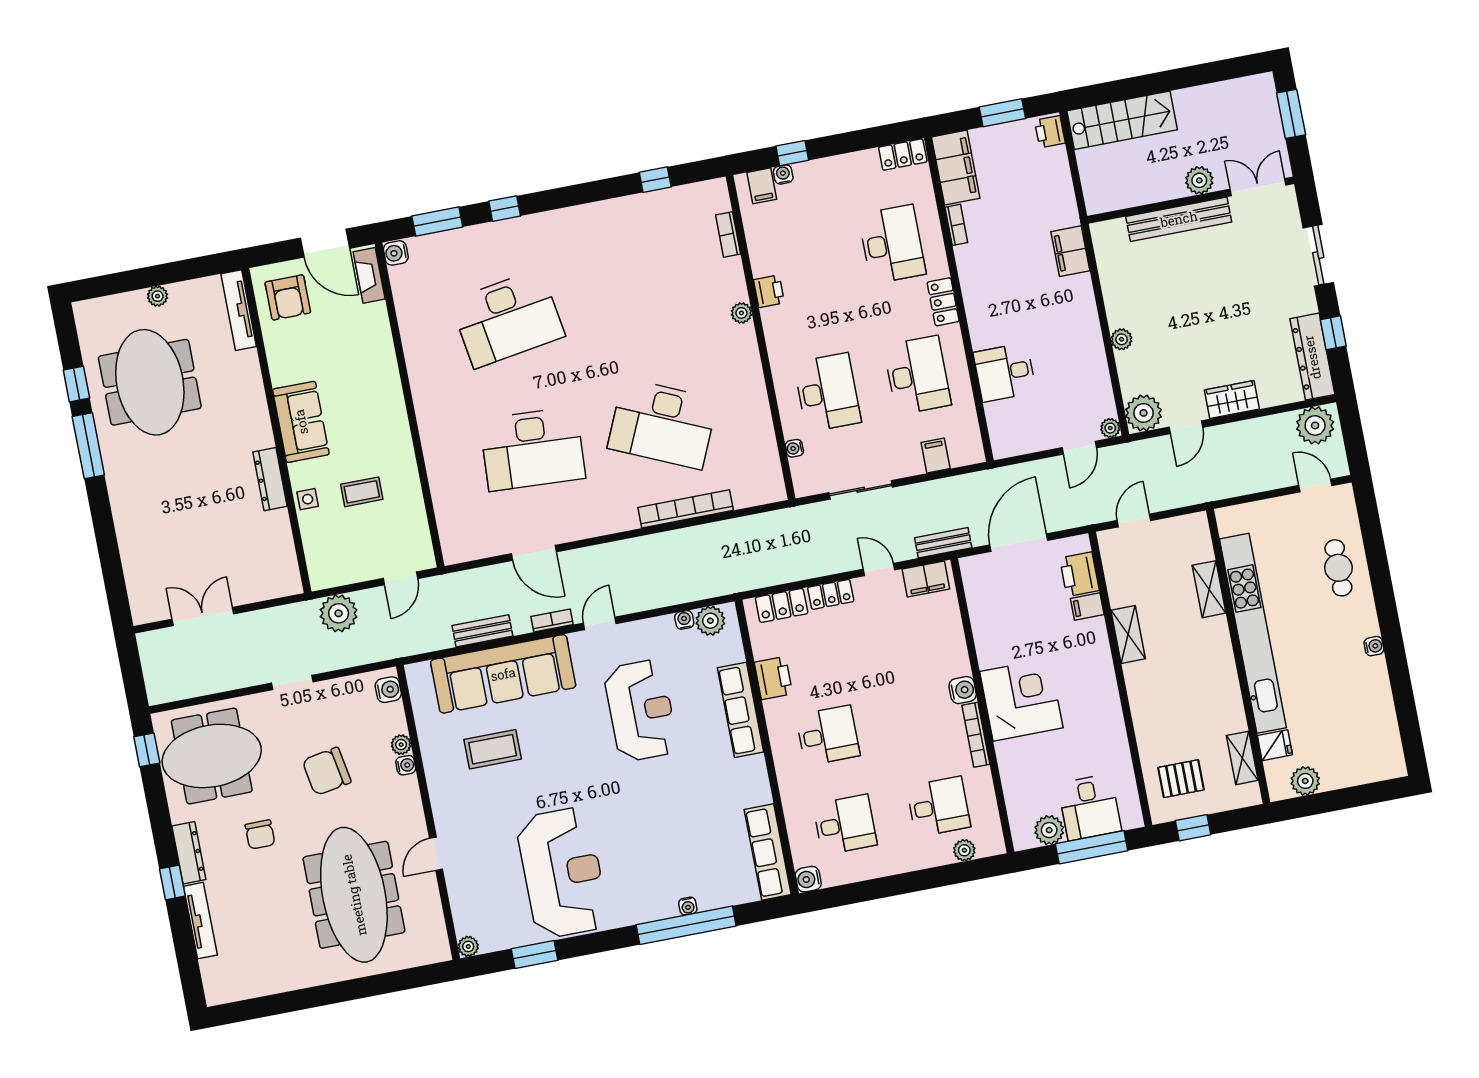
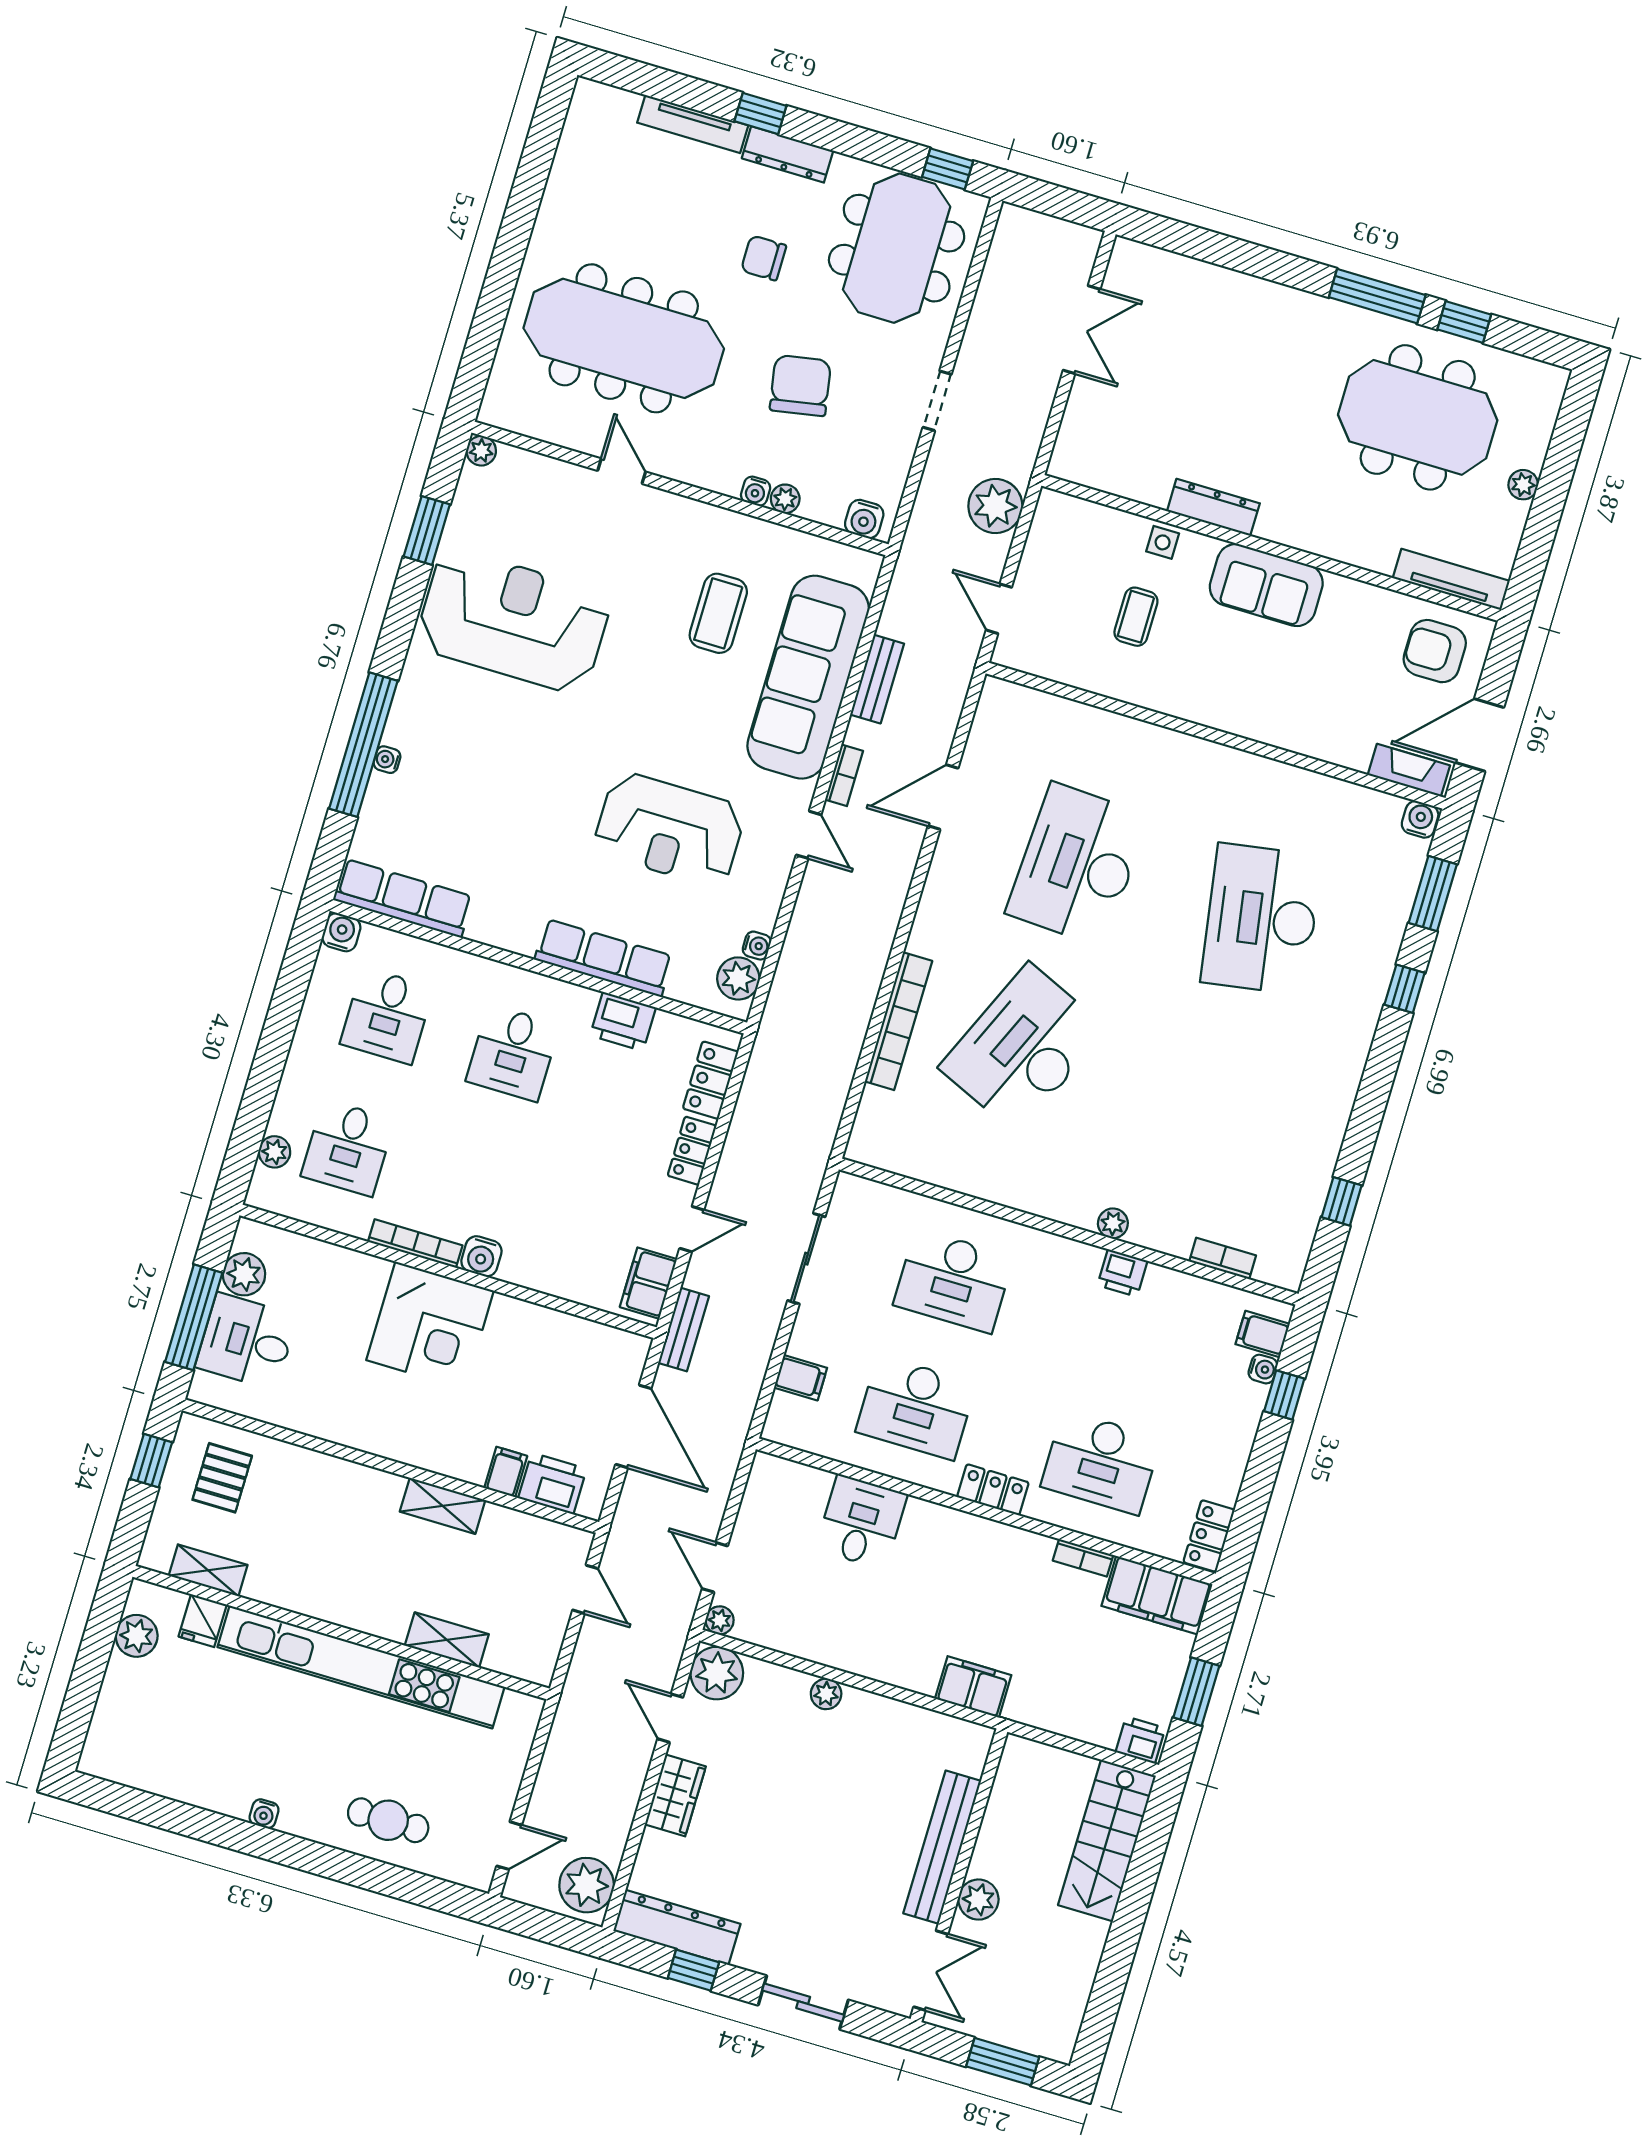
water cooler: (794, 448) -> (904, 1201), removed
reception desk: (562, 873) -> (513, 621), turned 180

